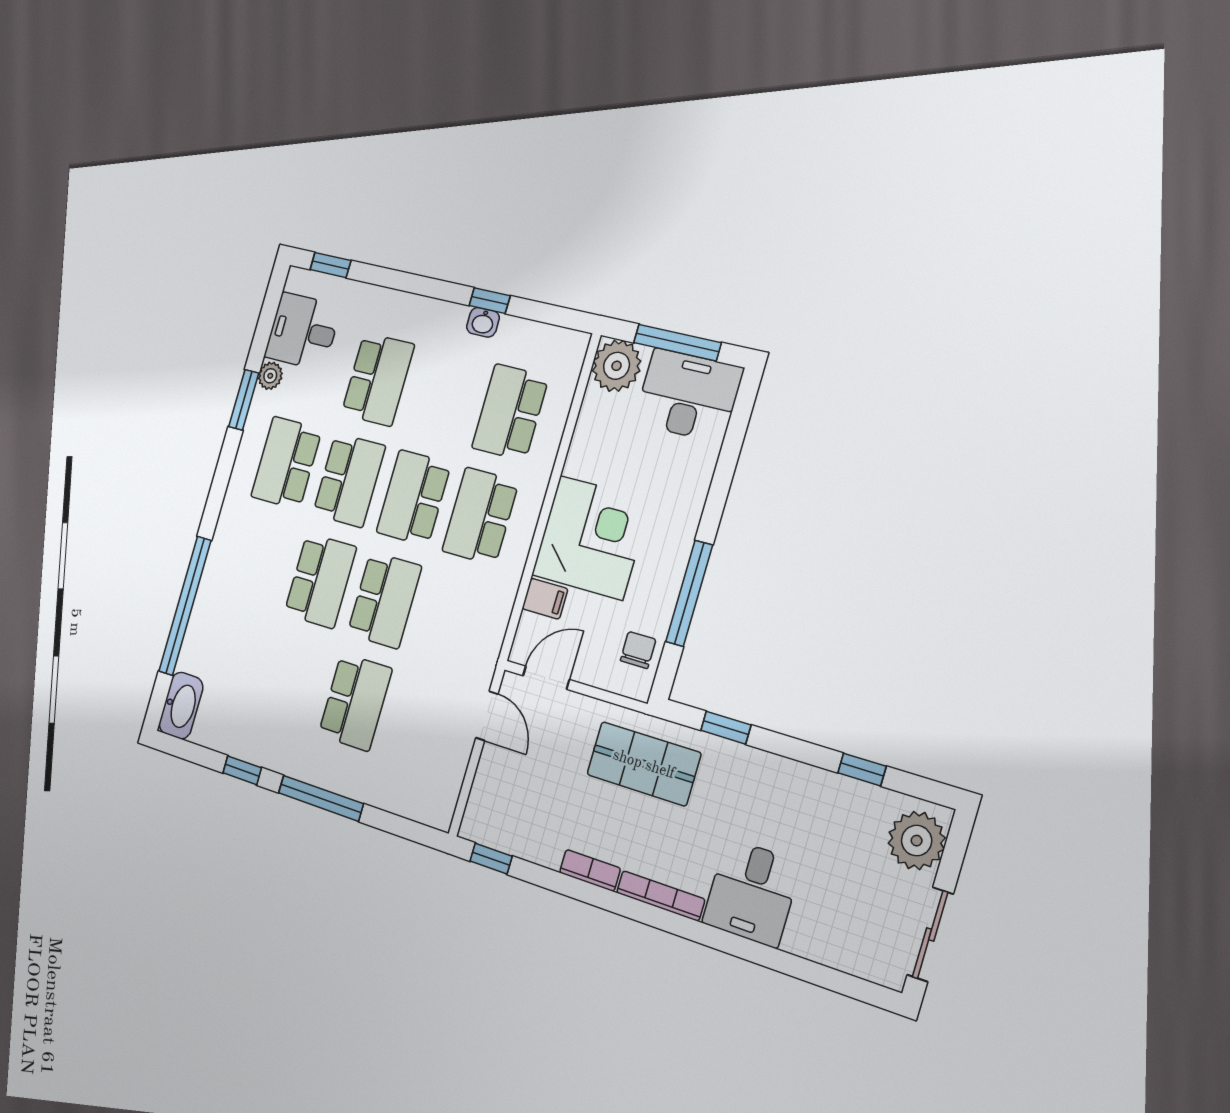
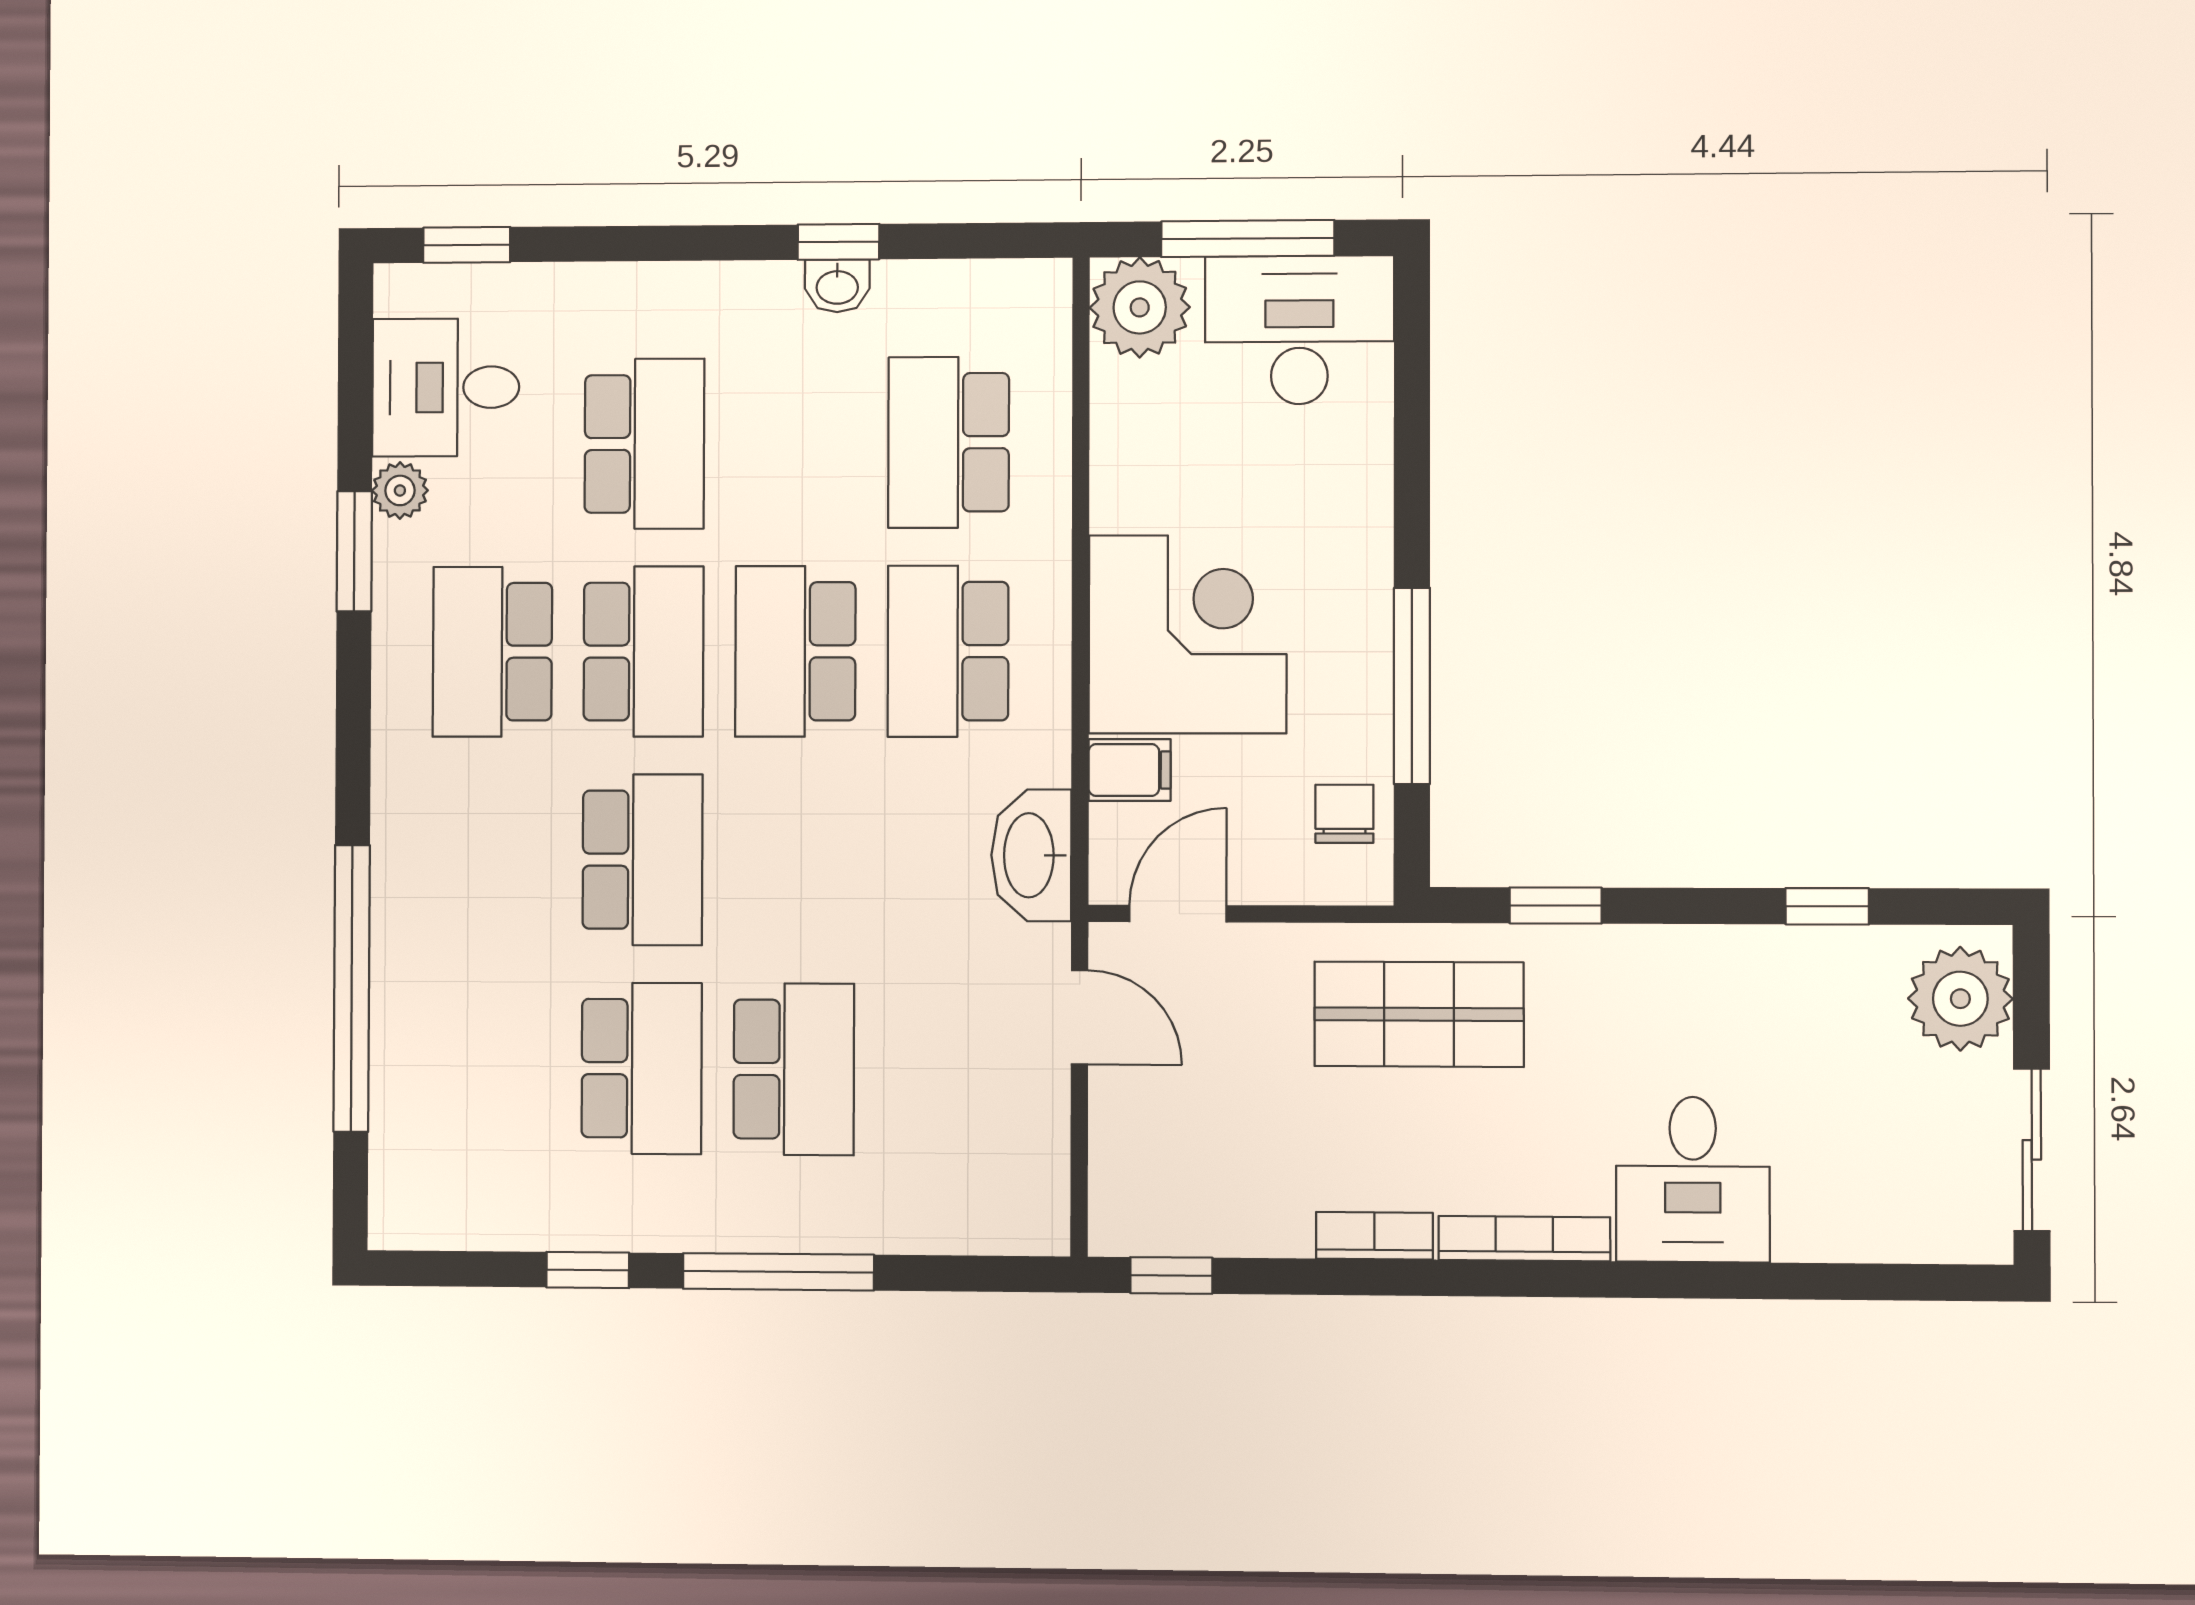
school desk: (384, 600) -> (642, 1068), moved
washbasin: (181, 706) -> (1031, 855), moved, turned 180

